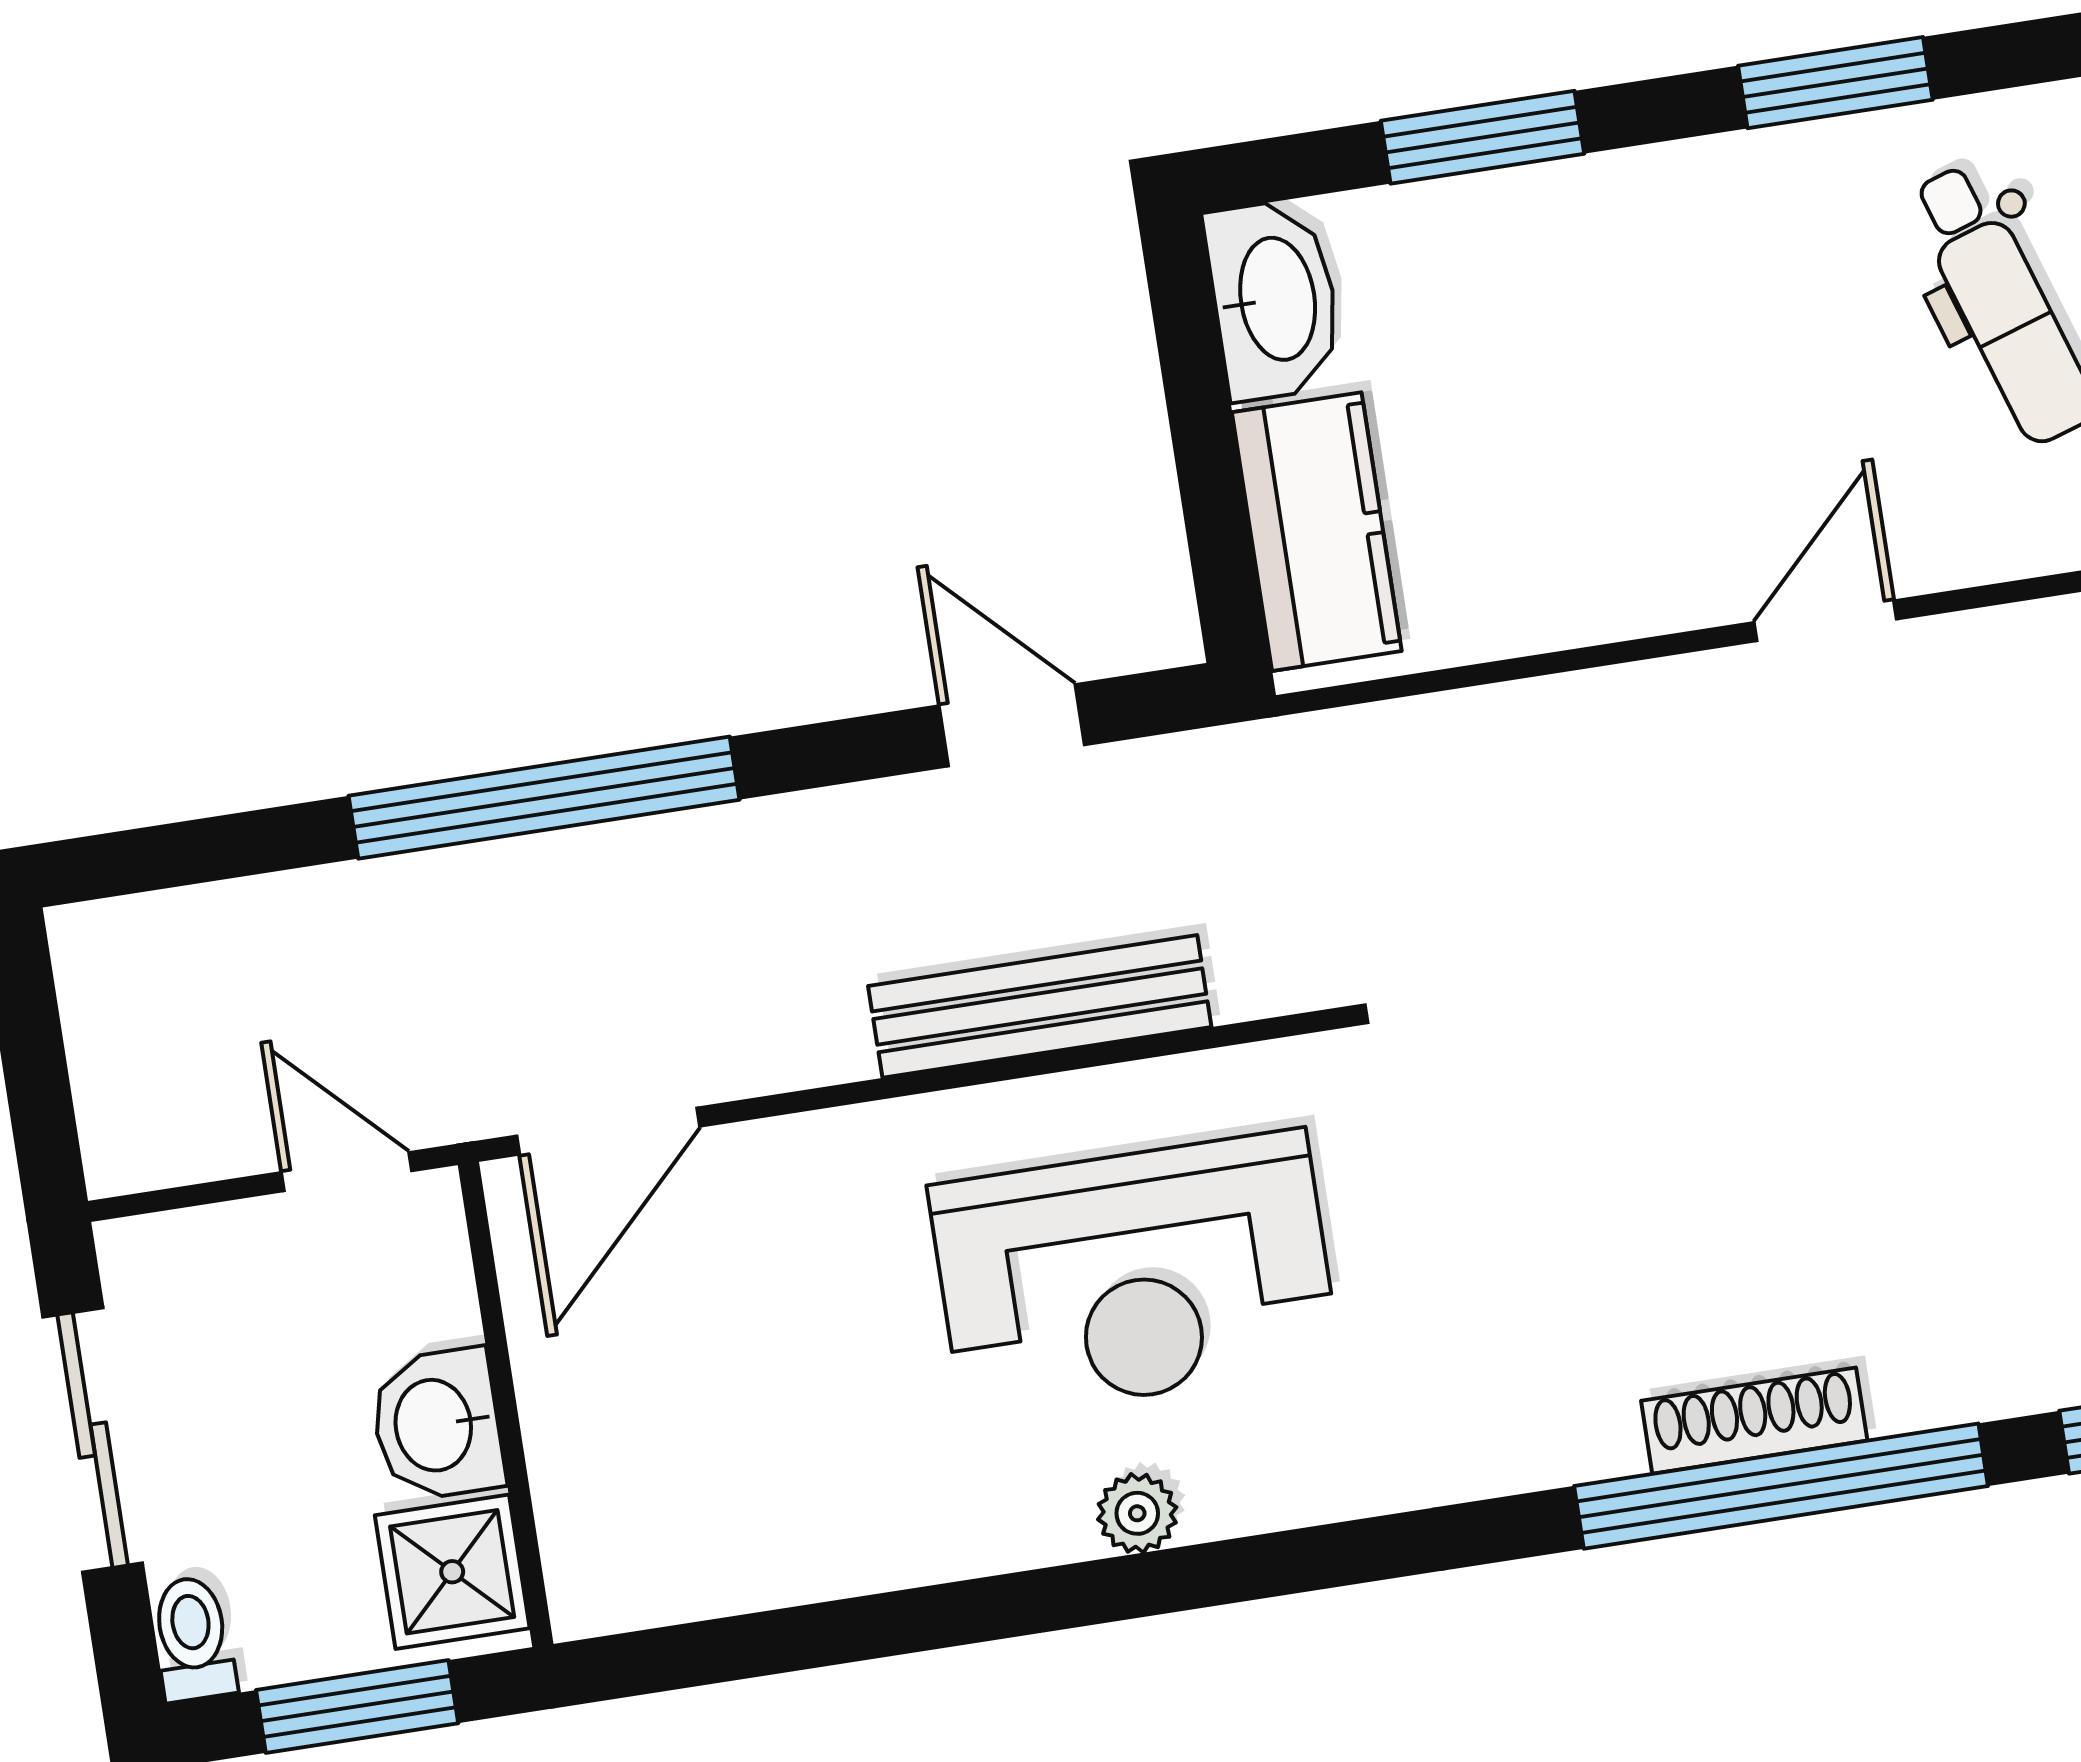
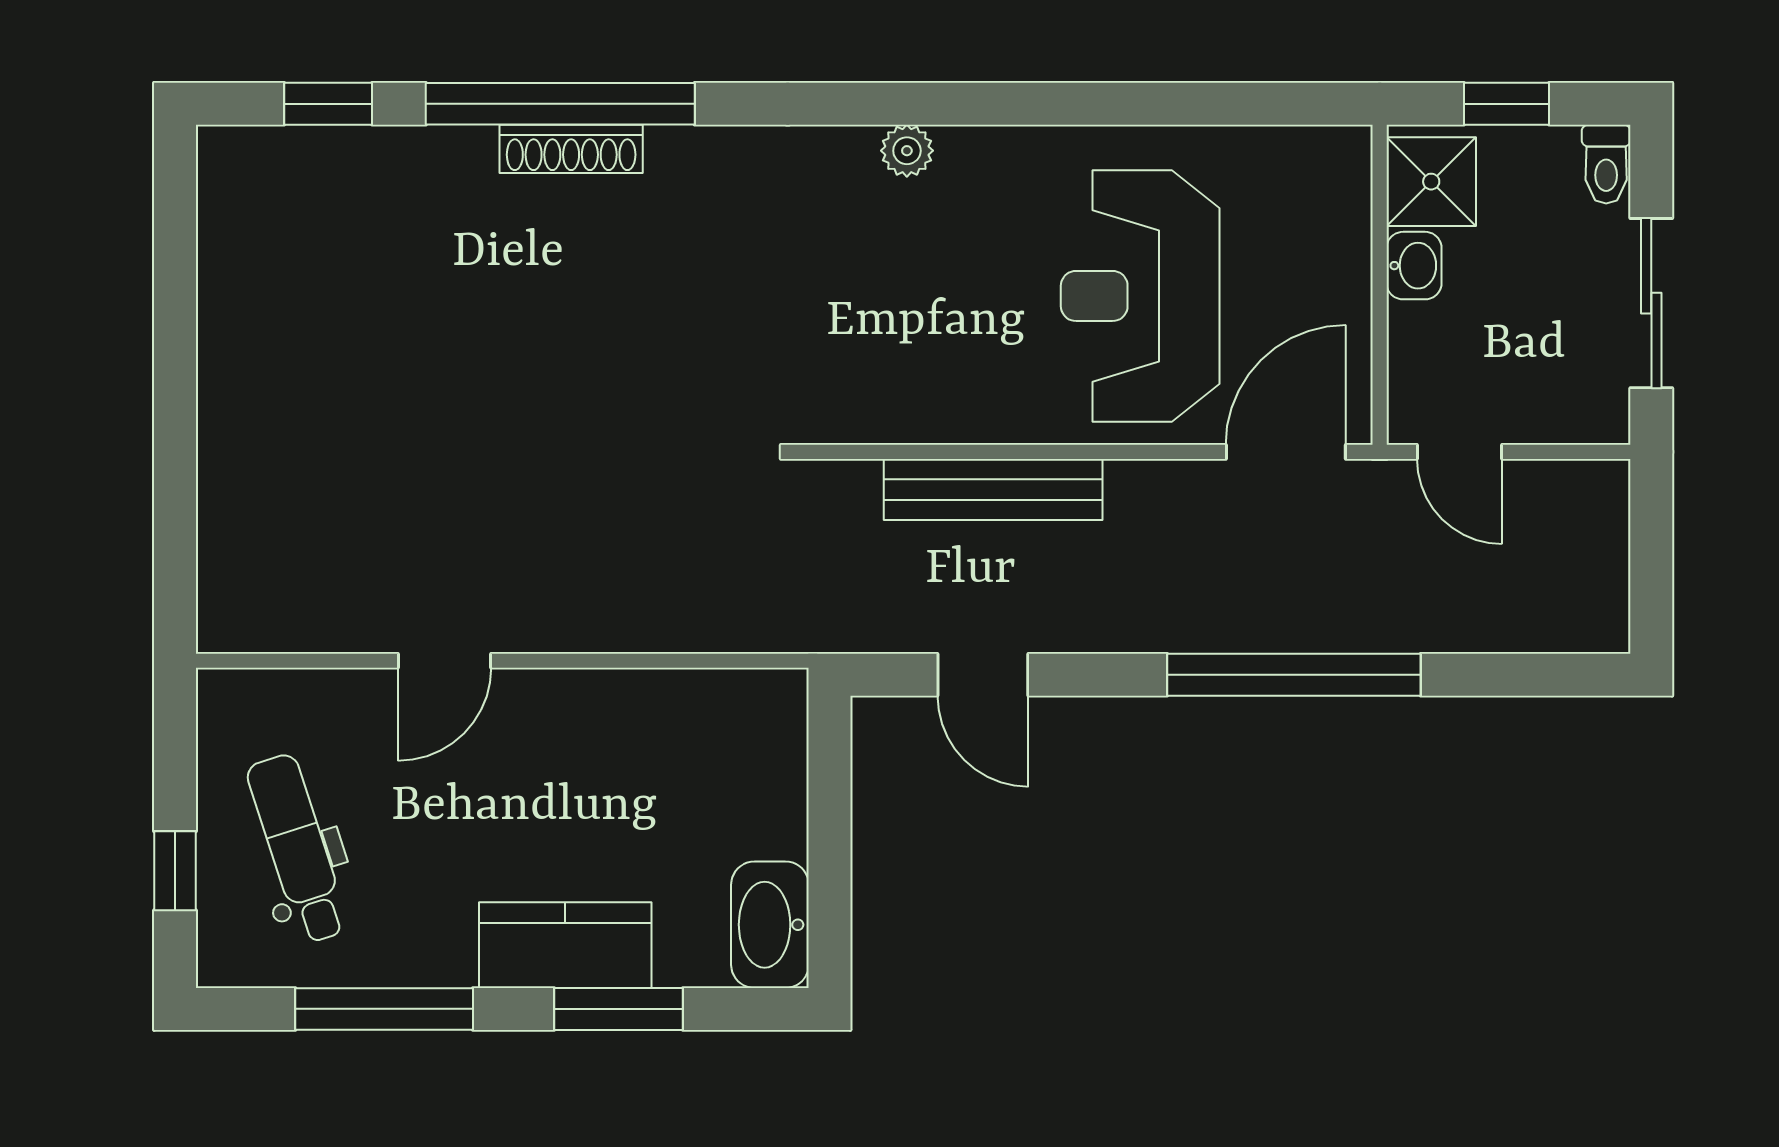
window: (1835, 83) -> (384, 1009), width x1.44
kitchen counter: (1317, 532) -> (565, 945), moved, turned 90
reception desk: (1134, 1275) -> (1140, 296), moved, turned -90
washbasin: (437, 1425) -> (1414, 266), width x0.72, depth x0.69
plant: (1137, 1513) -> (907, 151), moved
window: (357, 1707) -> (1507, 104), width x0.67

